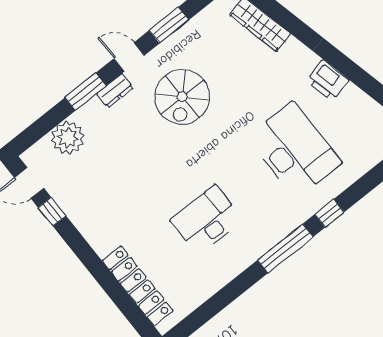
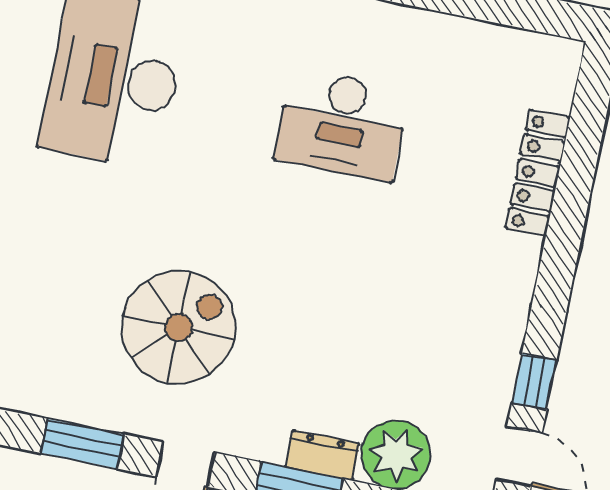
dresser: (115, 91) -> (322, 455), moved
locker: (138, 286) -> (538, 173), width x0.71, depth x0.83

